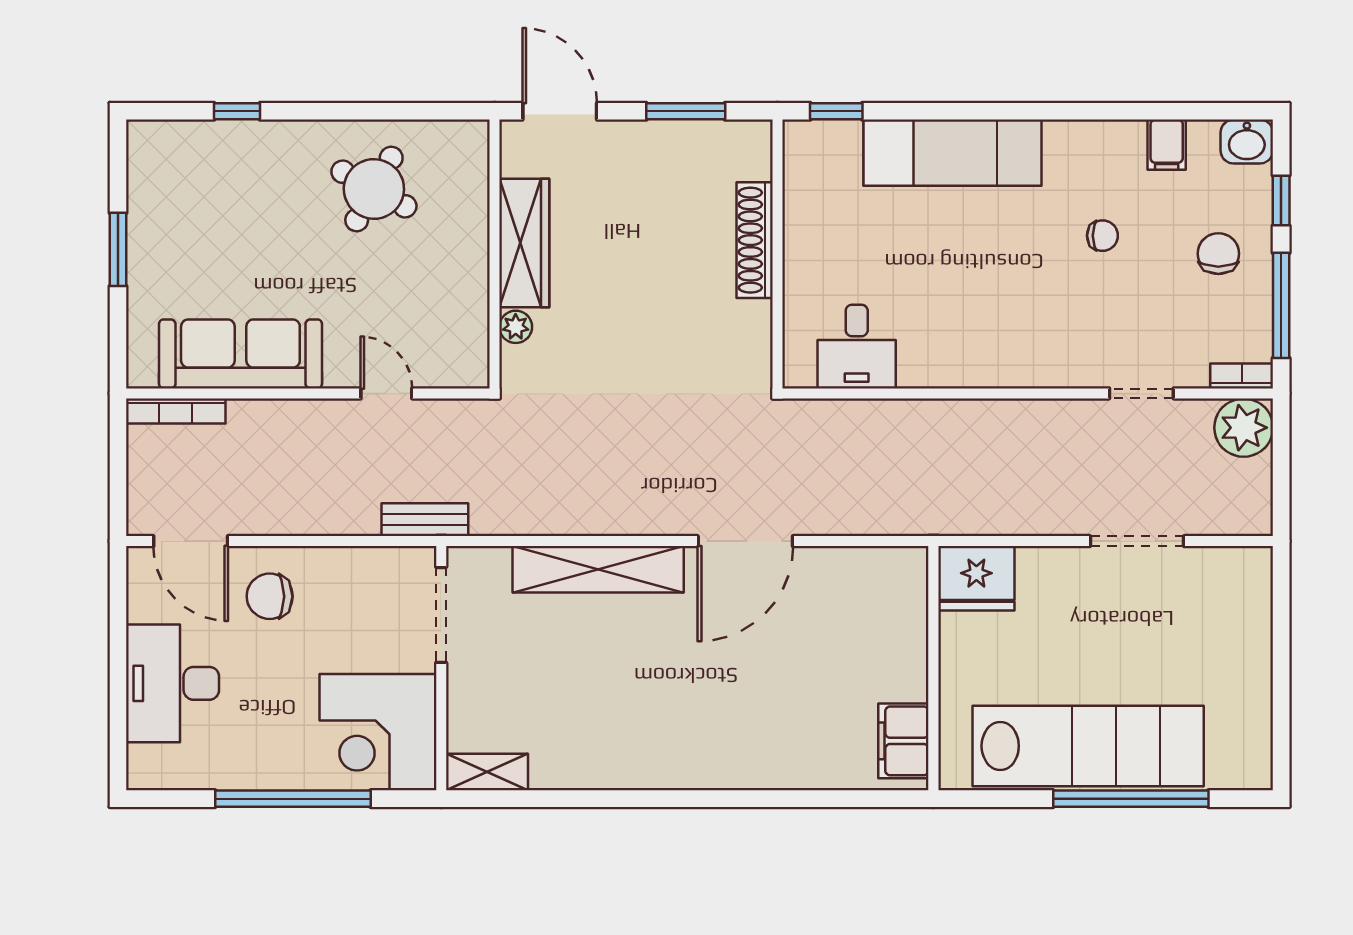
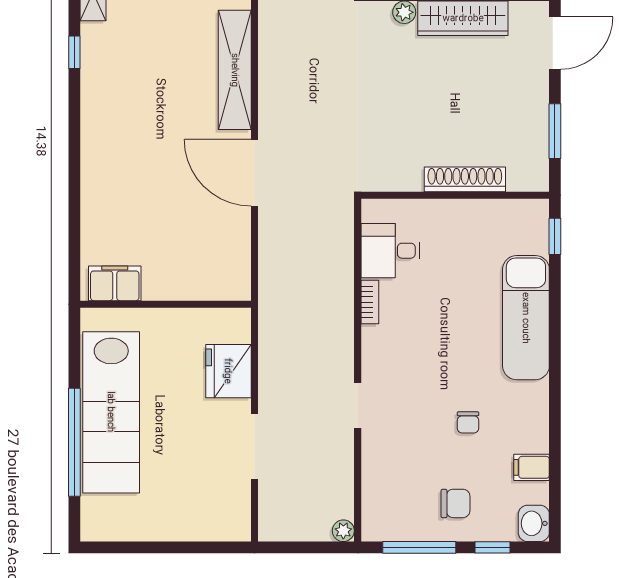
bookcase: (1242, 376) -> (370, 302), moved
doorway: (1141, 393) -> (358, 405), moved
plant: (1244, 428) -> (343, 531), width x0.53, depth x0.53
fridge: (976, 578) -> (228, 371), moved
window: (573, 799) -> (74, 52), added

